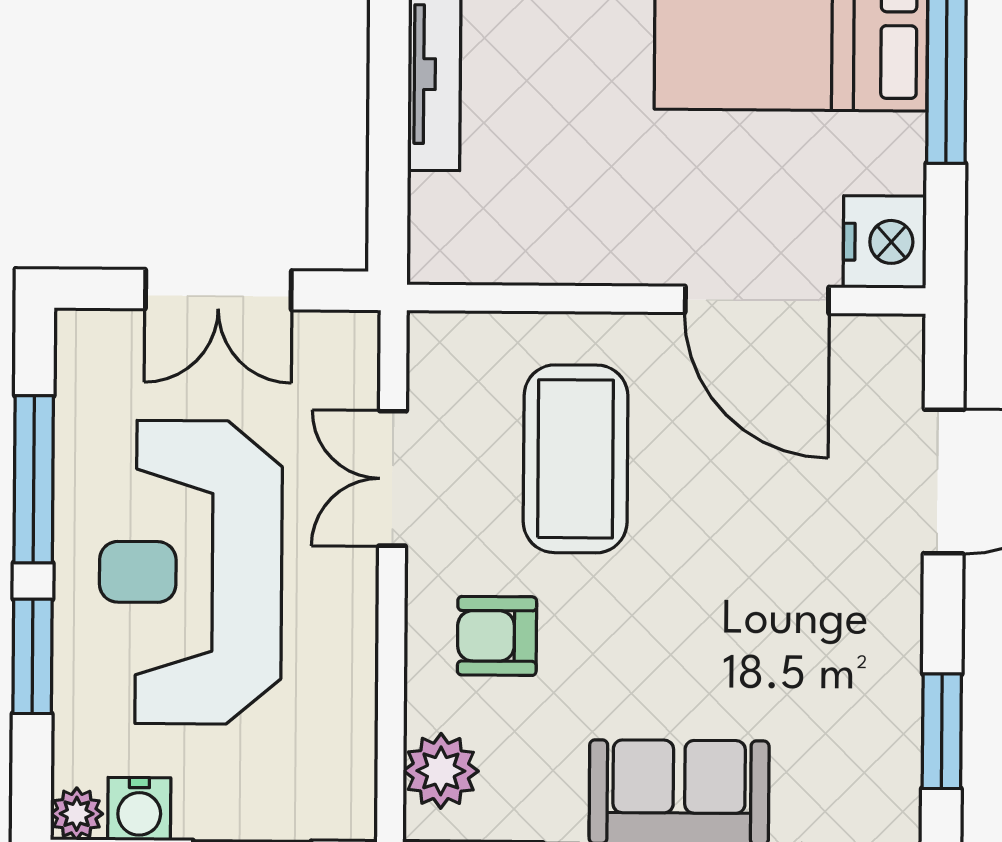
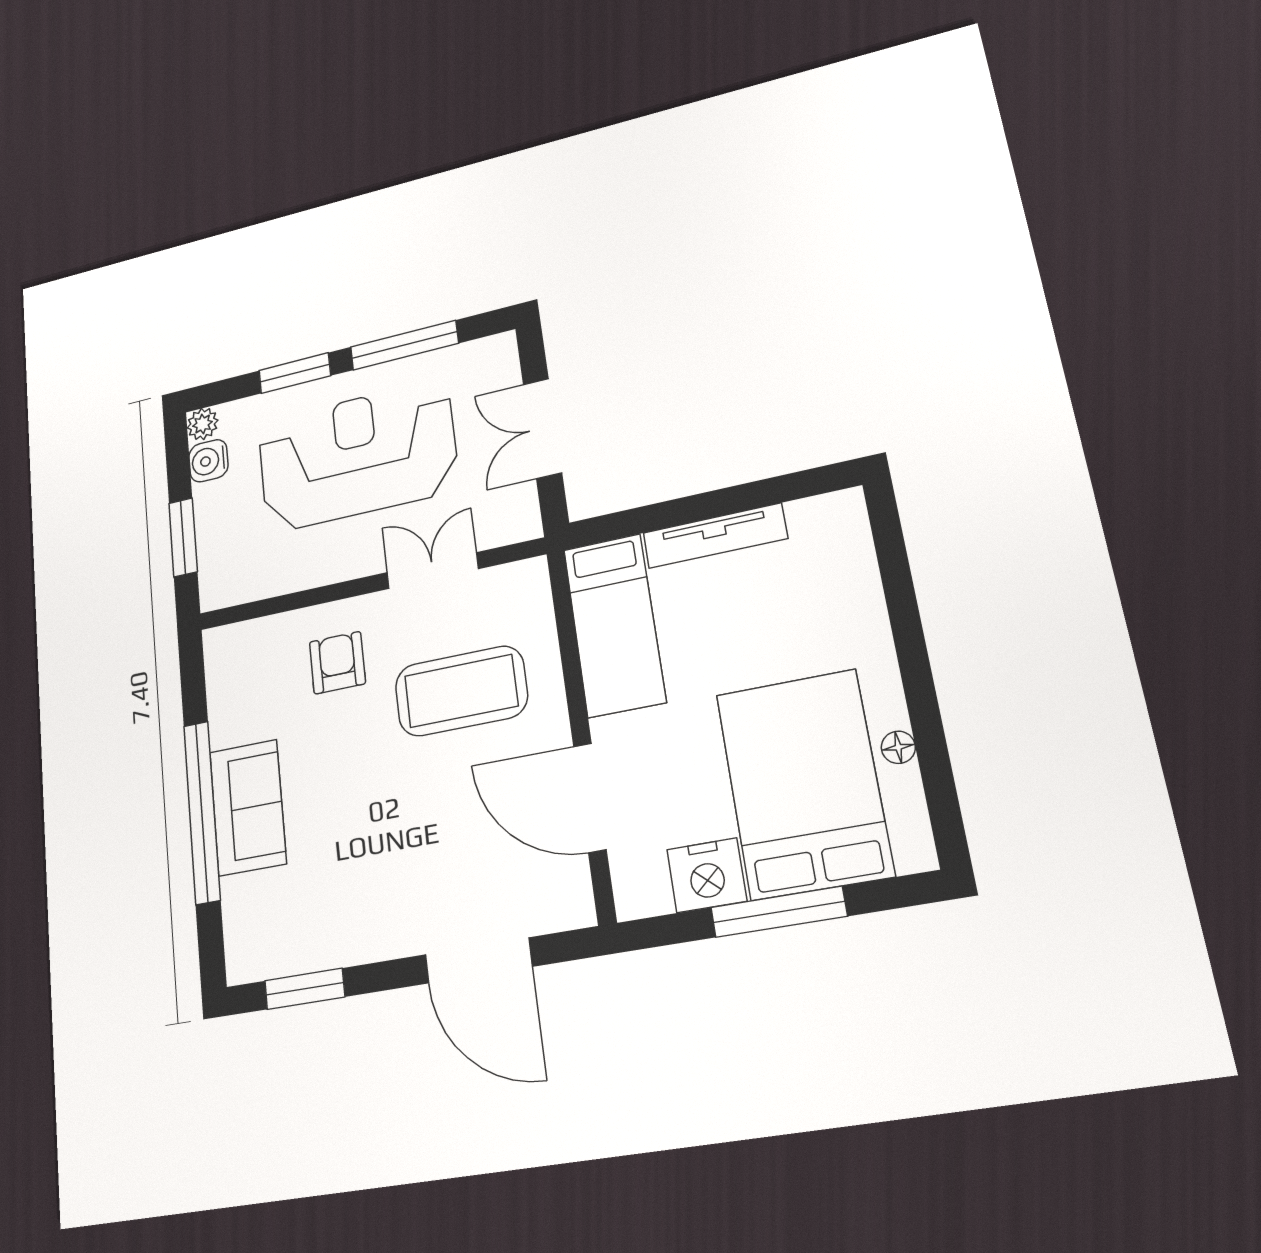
bed: (528, 231) -> (614, 625), added
nightstand: (885, 242) -> (707, 875), moved
door: (757, 300) -> (590, 798), hinge flipped
plant: (441, 771) -> (248, 645), removed

